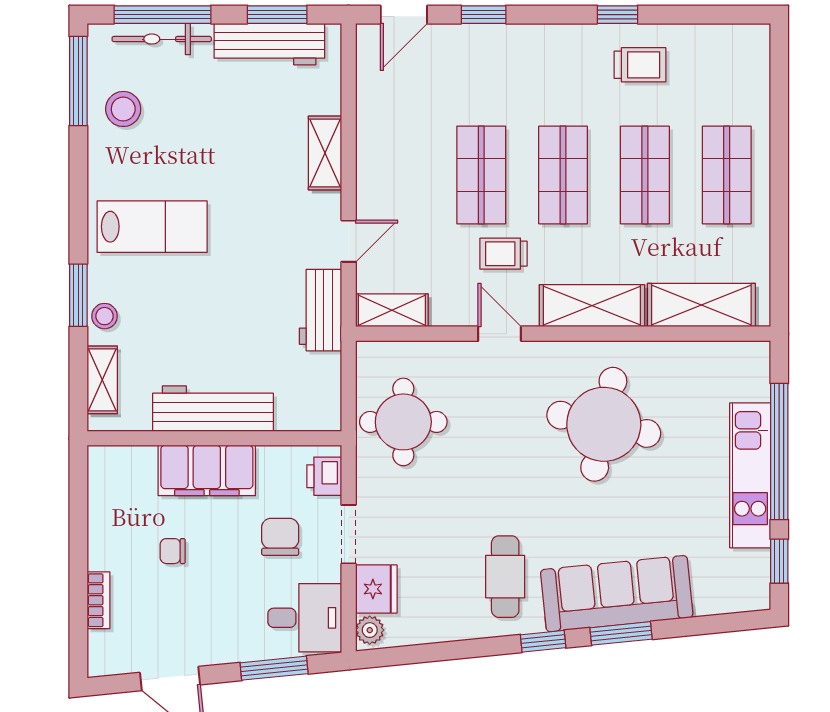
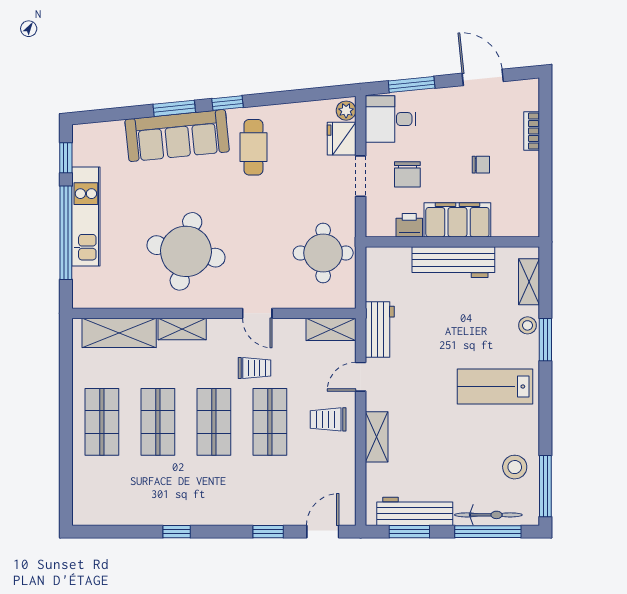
trolley: (640, 65) -> (328, 419), moved
shelving: (592, 306) -> (182, 329), width x0.67, depth x0.75
printer: (324, 476) -> (409, 225), moved, turned -90

